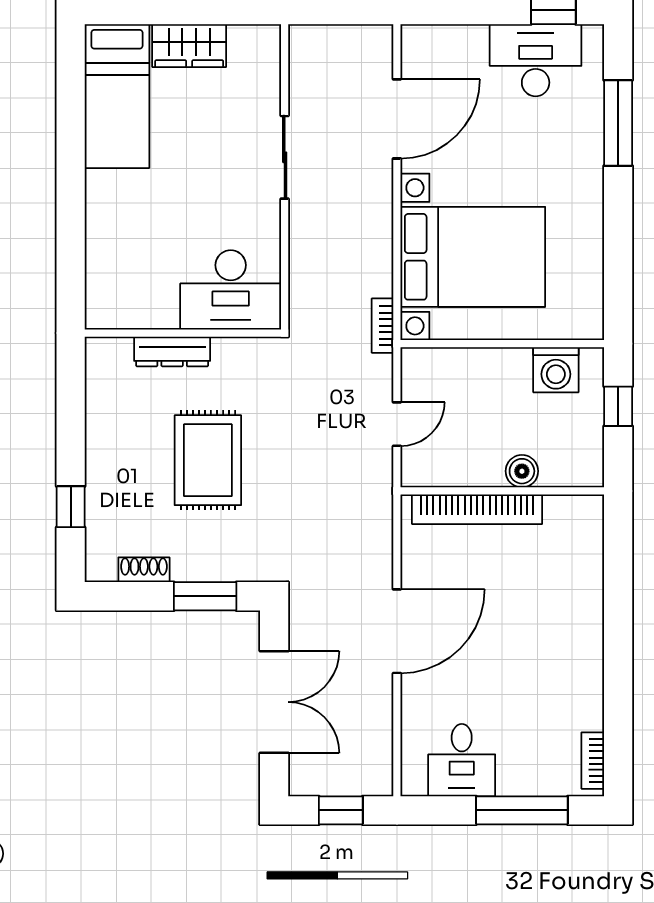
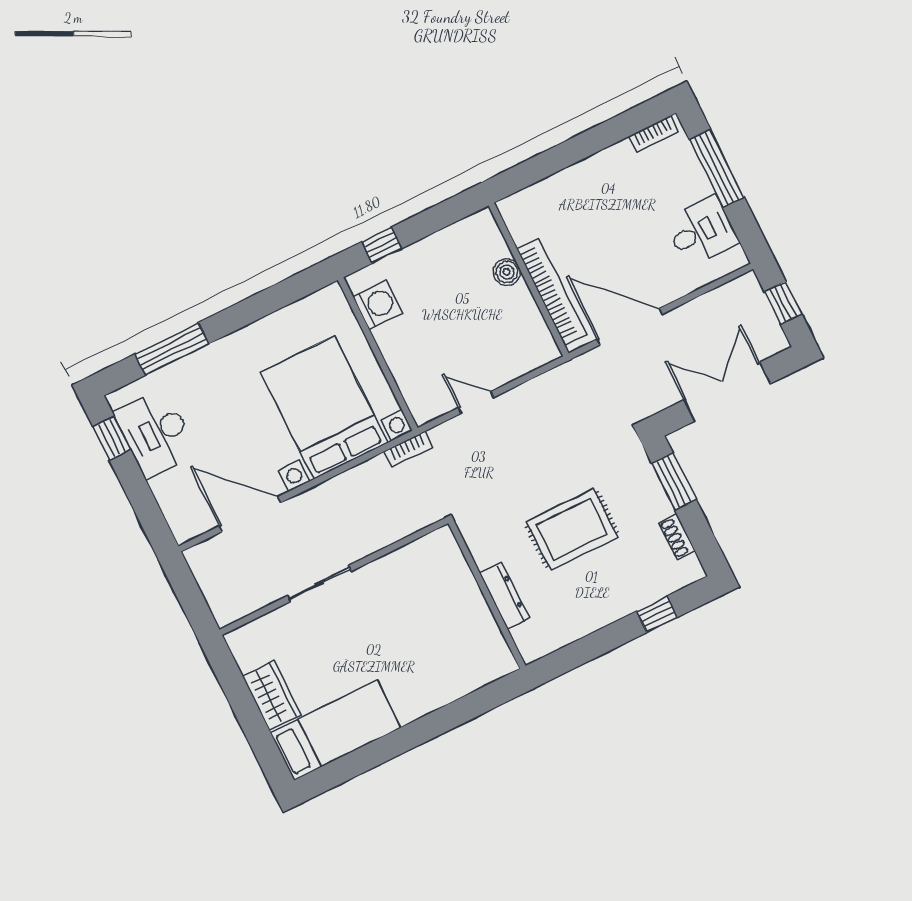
desk: (231, 290) -> (437, 575), removed
boiler: (522, 471) -> (507, 272), moved
wall: (502, 491) -> (529, 279), moved
bookcase: (477, 509) -> (551, 291), moved

